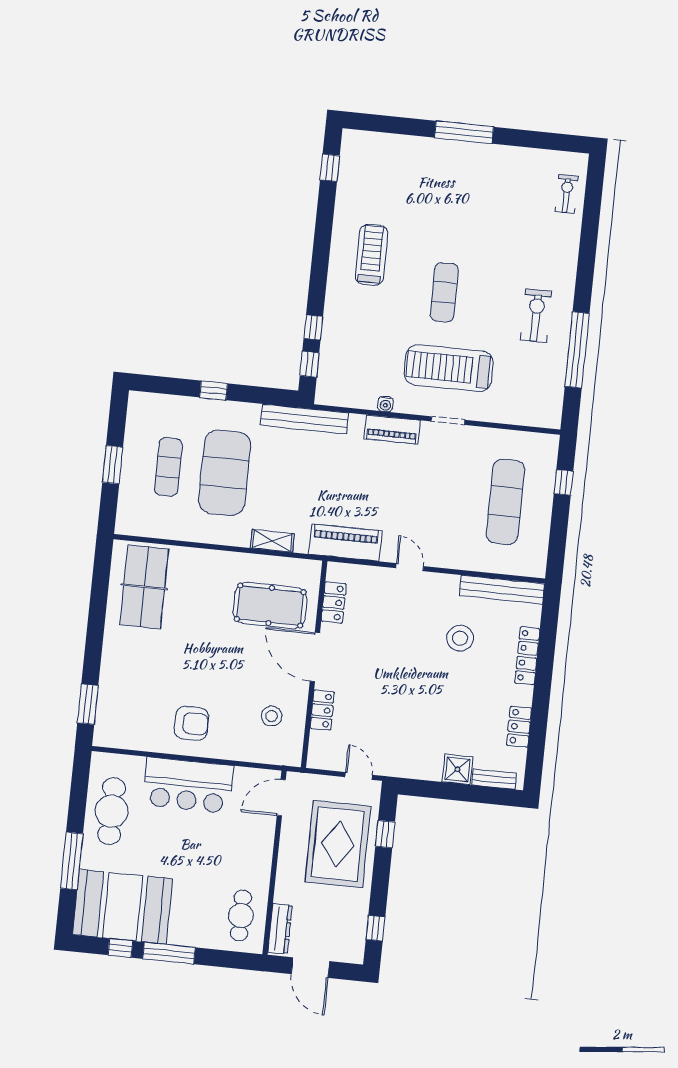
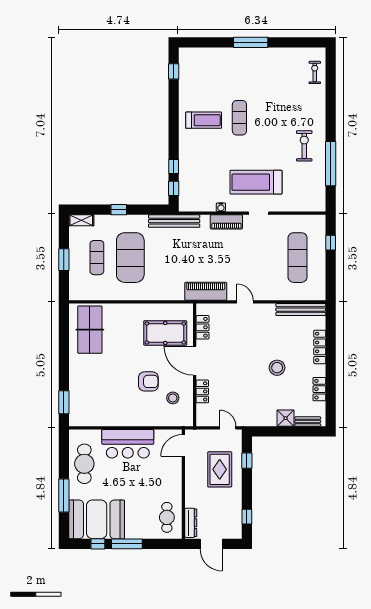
treadmill: (372, 255) -> (204, 120), turned 90
exercise mat: (444, 292) -> (239, 118), moved
shelving: (272, 541) -> (81, 220), moved
stool: (460, 638) -> (277, 368), moved
armchair: (191, 723) -> (148, 381), moved
rug: (338, 844) -> (220, 469), width x0.73, depth x0.69

